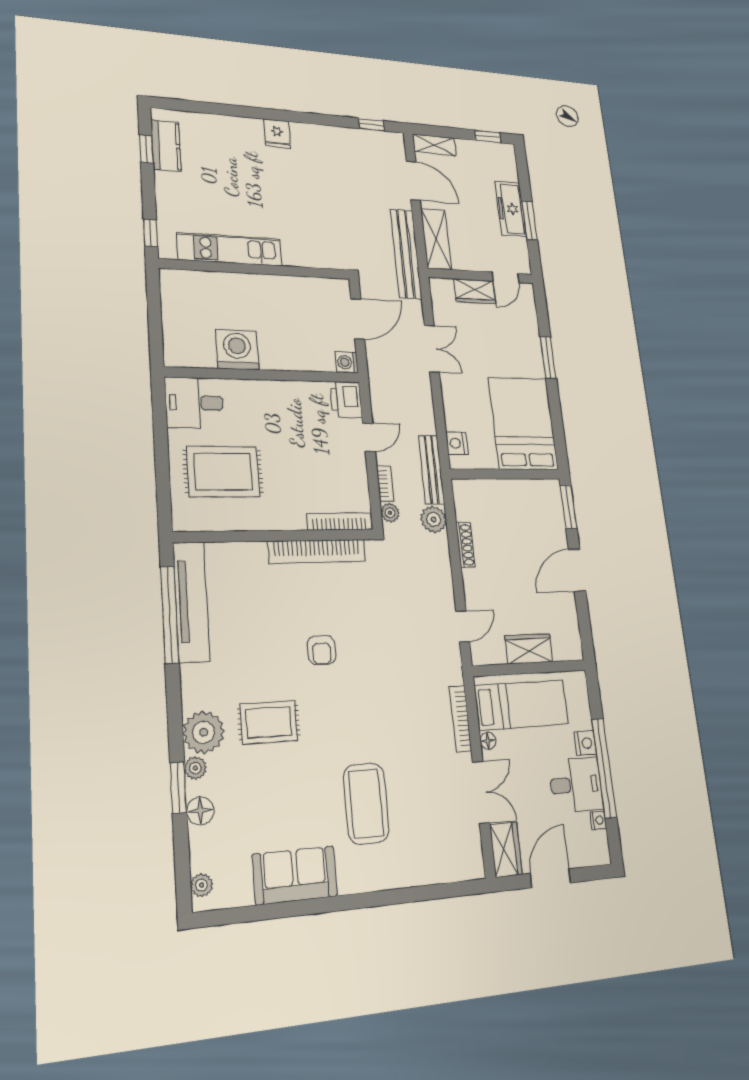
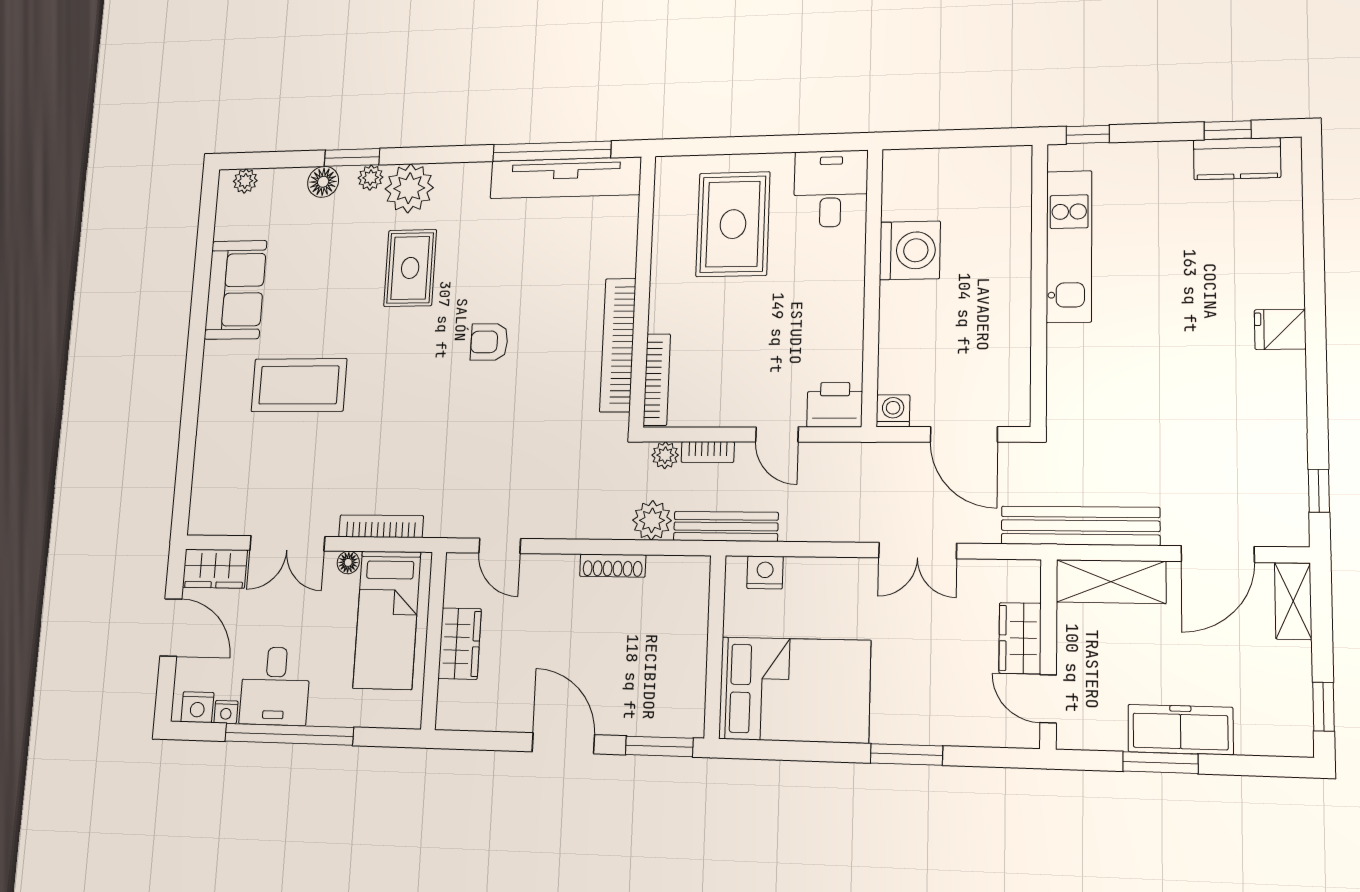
nightstand: (585, 743) -> (197, 707), moved

